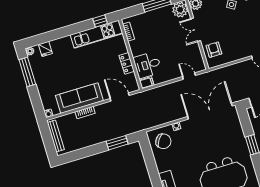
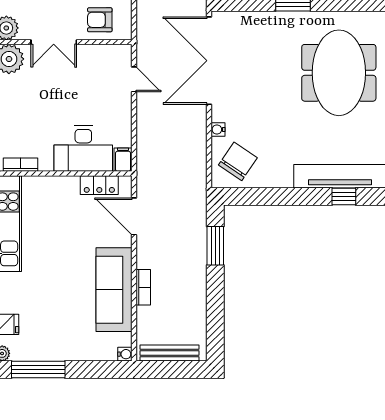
locker: (127, 63) -> (99, 185), moved
desk: (147, 65) -> (83, 149), width x1.37
door: (189, 76) -> (134, 79), swing flipped
door: (120, 97) -> (134, 216), hinge flipped

